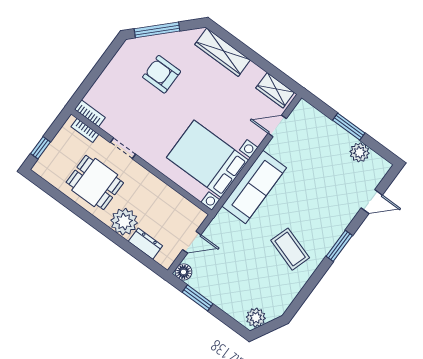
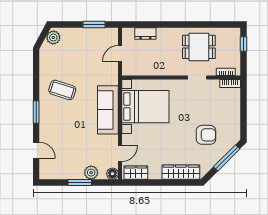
plant: (360, 152) -> (91, 173), moved
door: (372, 202) -> (36, 150), swing flipped
plant: (124, 222) -> (166, 37), removed
floor lamp: (184, 272) -> (112, 174), moved

